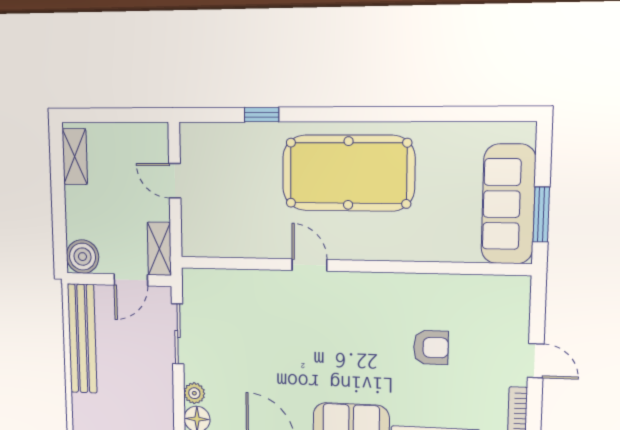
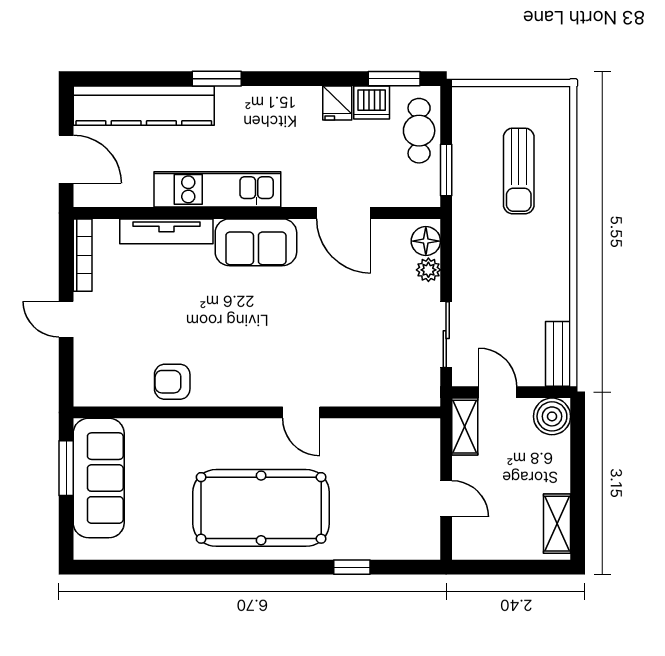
door: (131, 280) -> (498, 392), hinge flipped
bench: (82, 339) -> (558, 354), width x0.54, depth x0.82
armchair: (431, 347) -> (172, 382), moved

